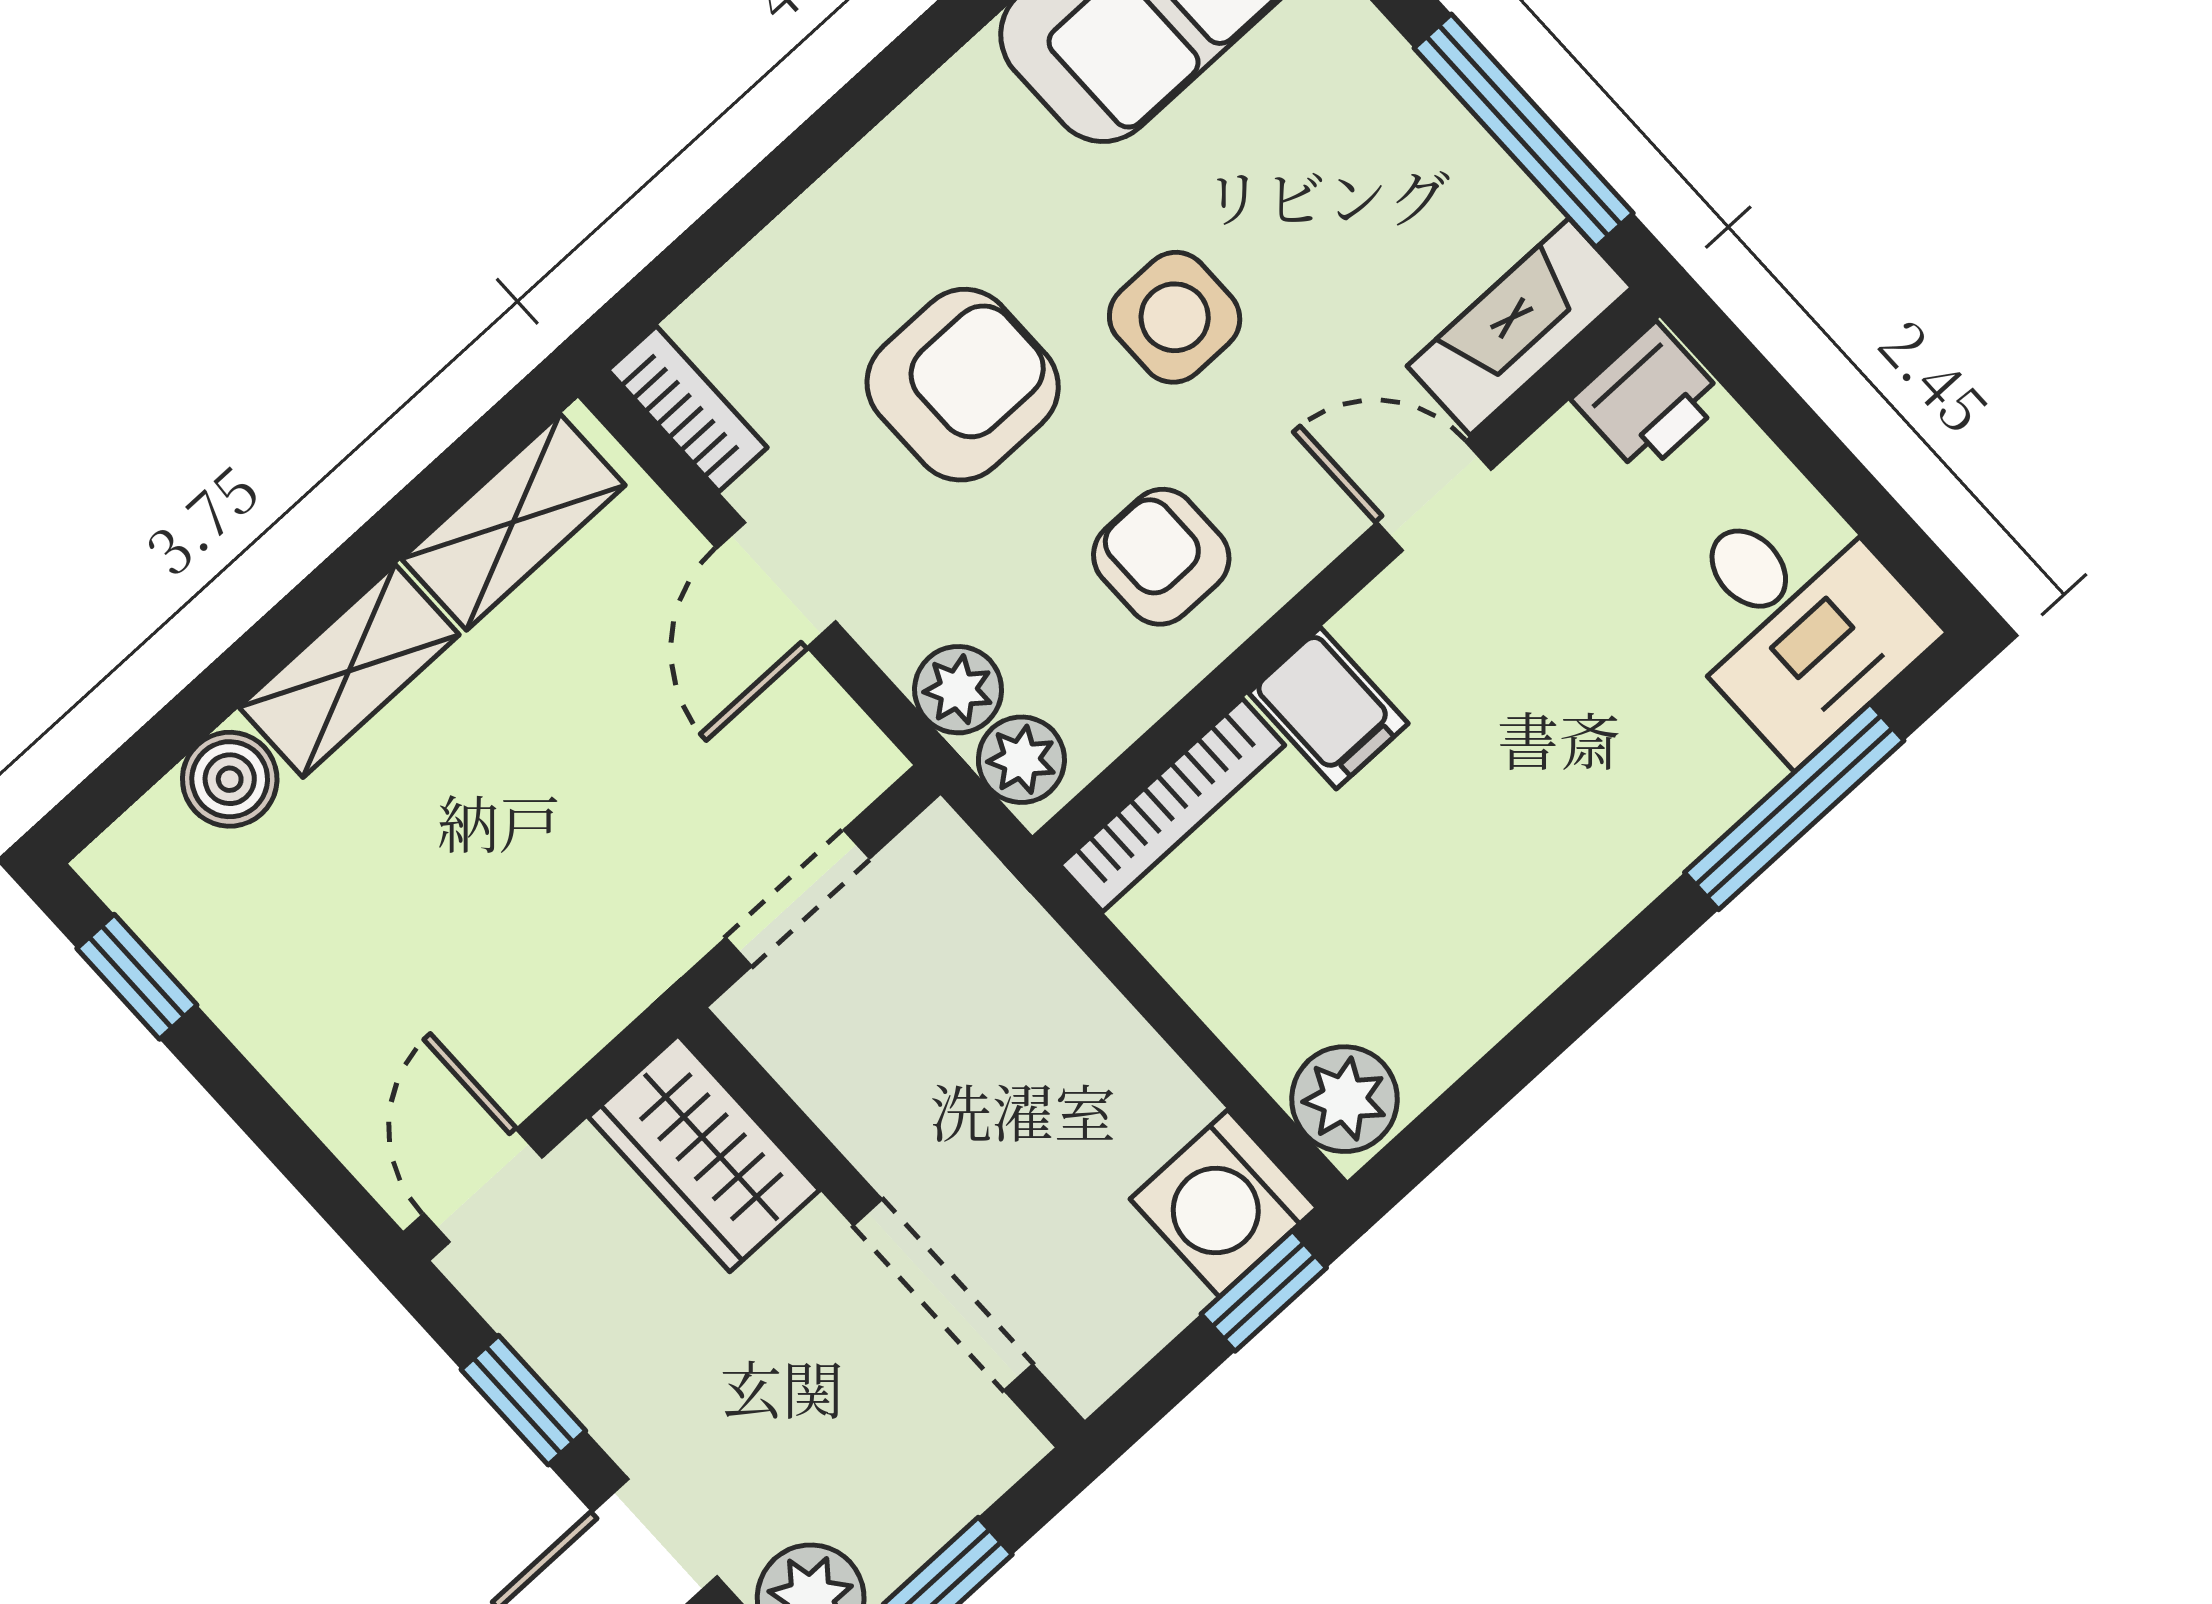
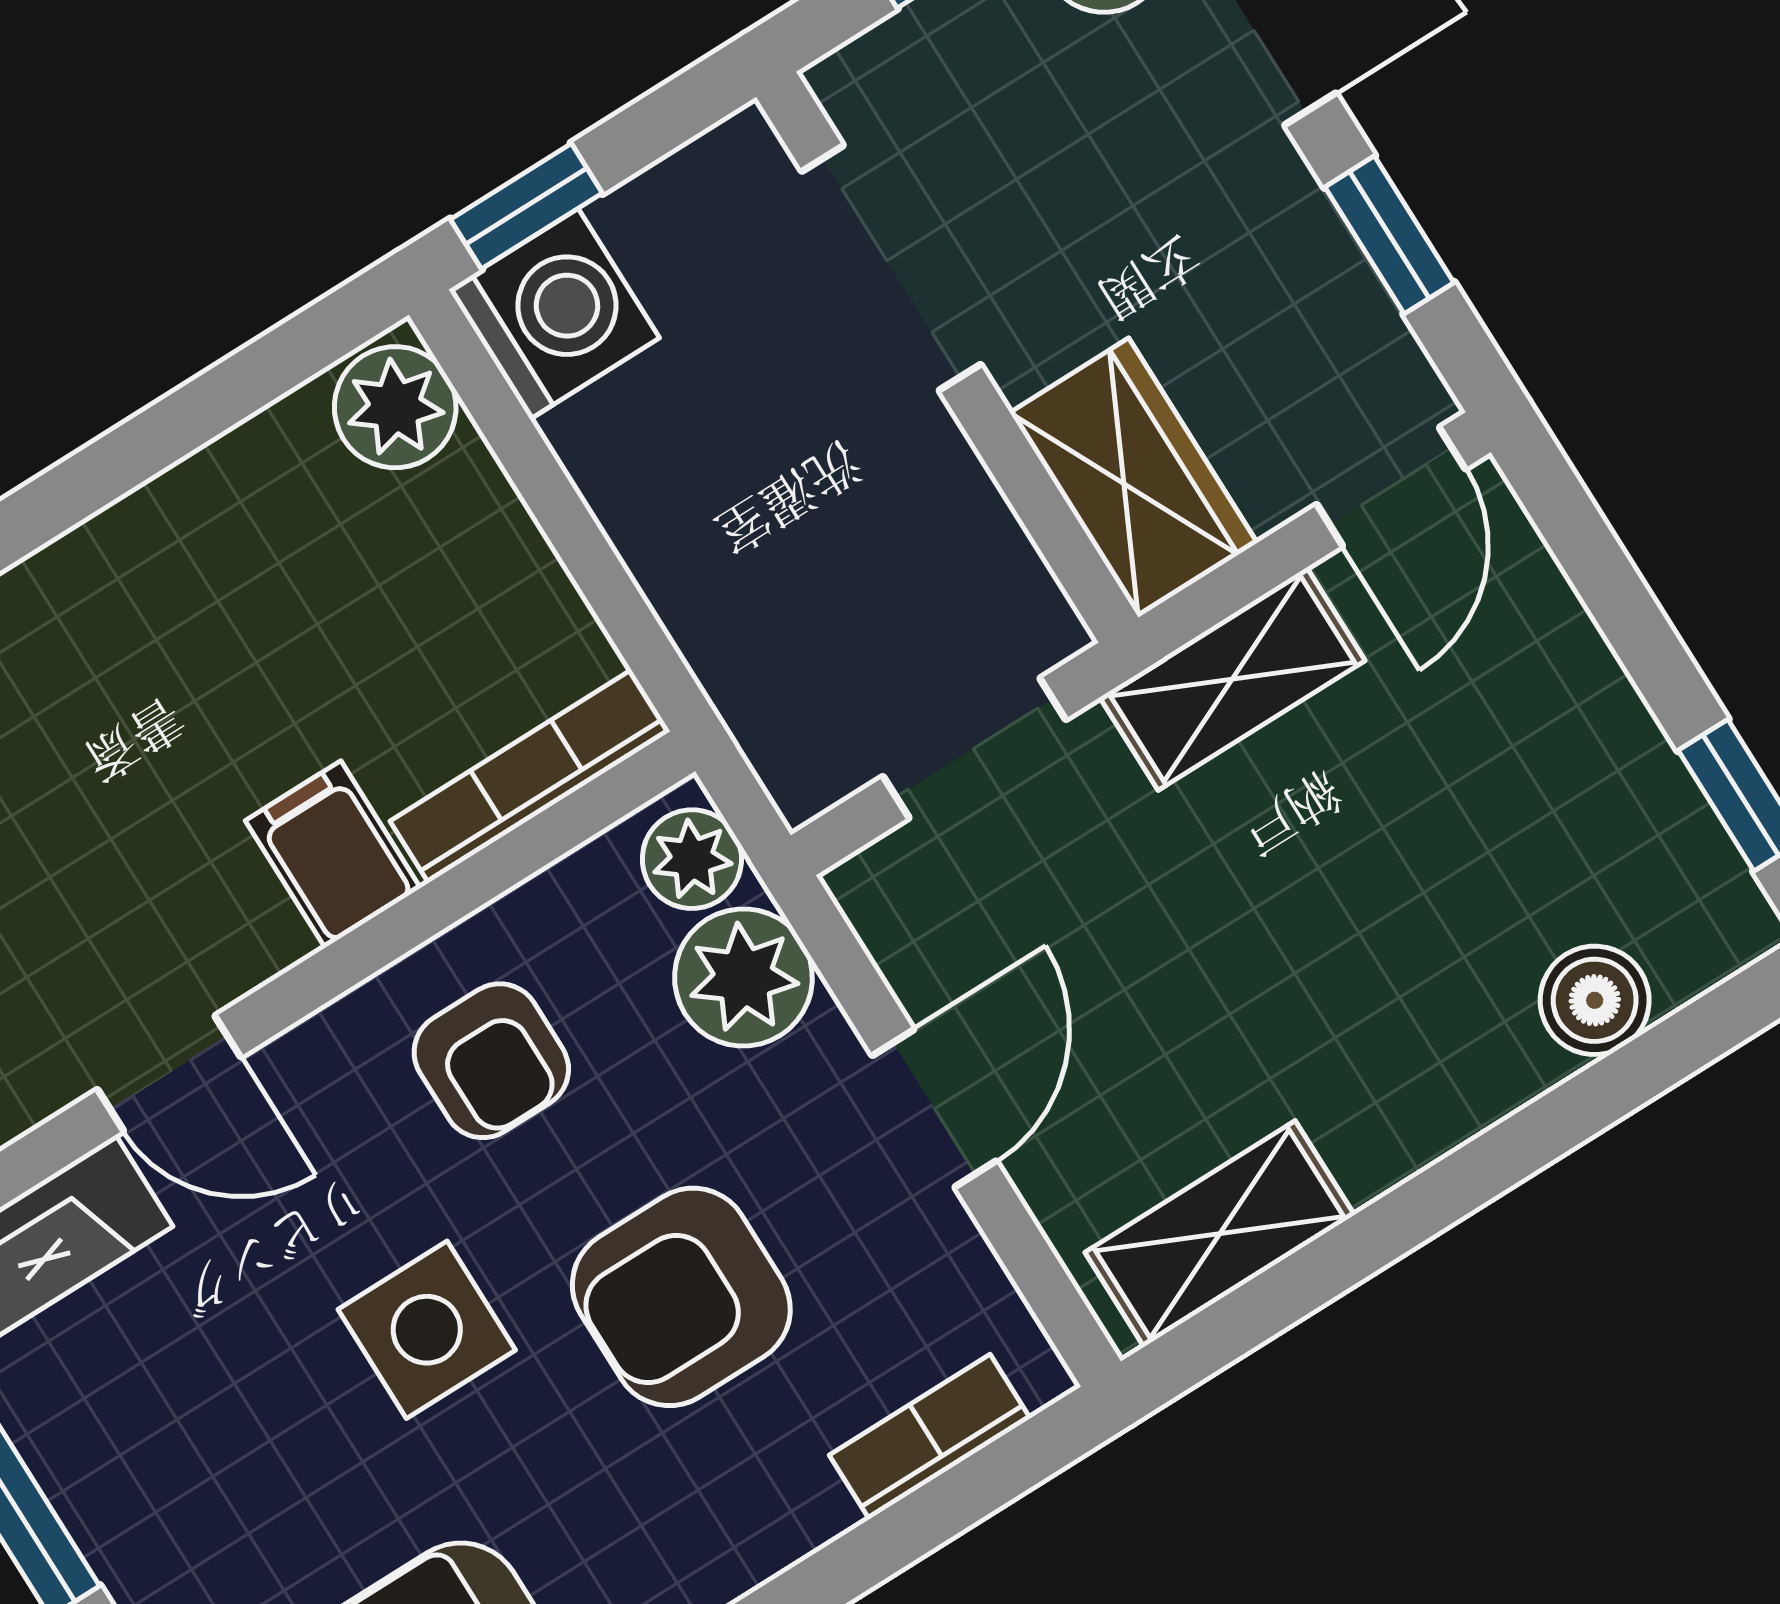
bookcase: (688, 409) -> (930, 1437), moved, turned 90
shelving: (349, 671) -> (1232, 679), moved
plant: (958, 690) -> (743, 977), width x1.38, depth x1.38

